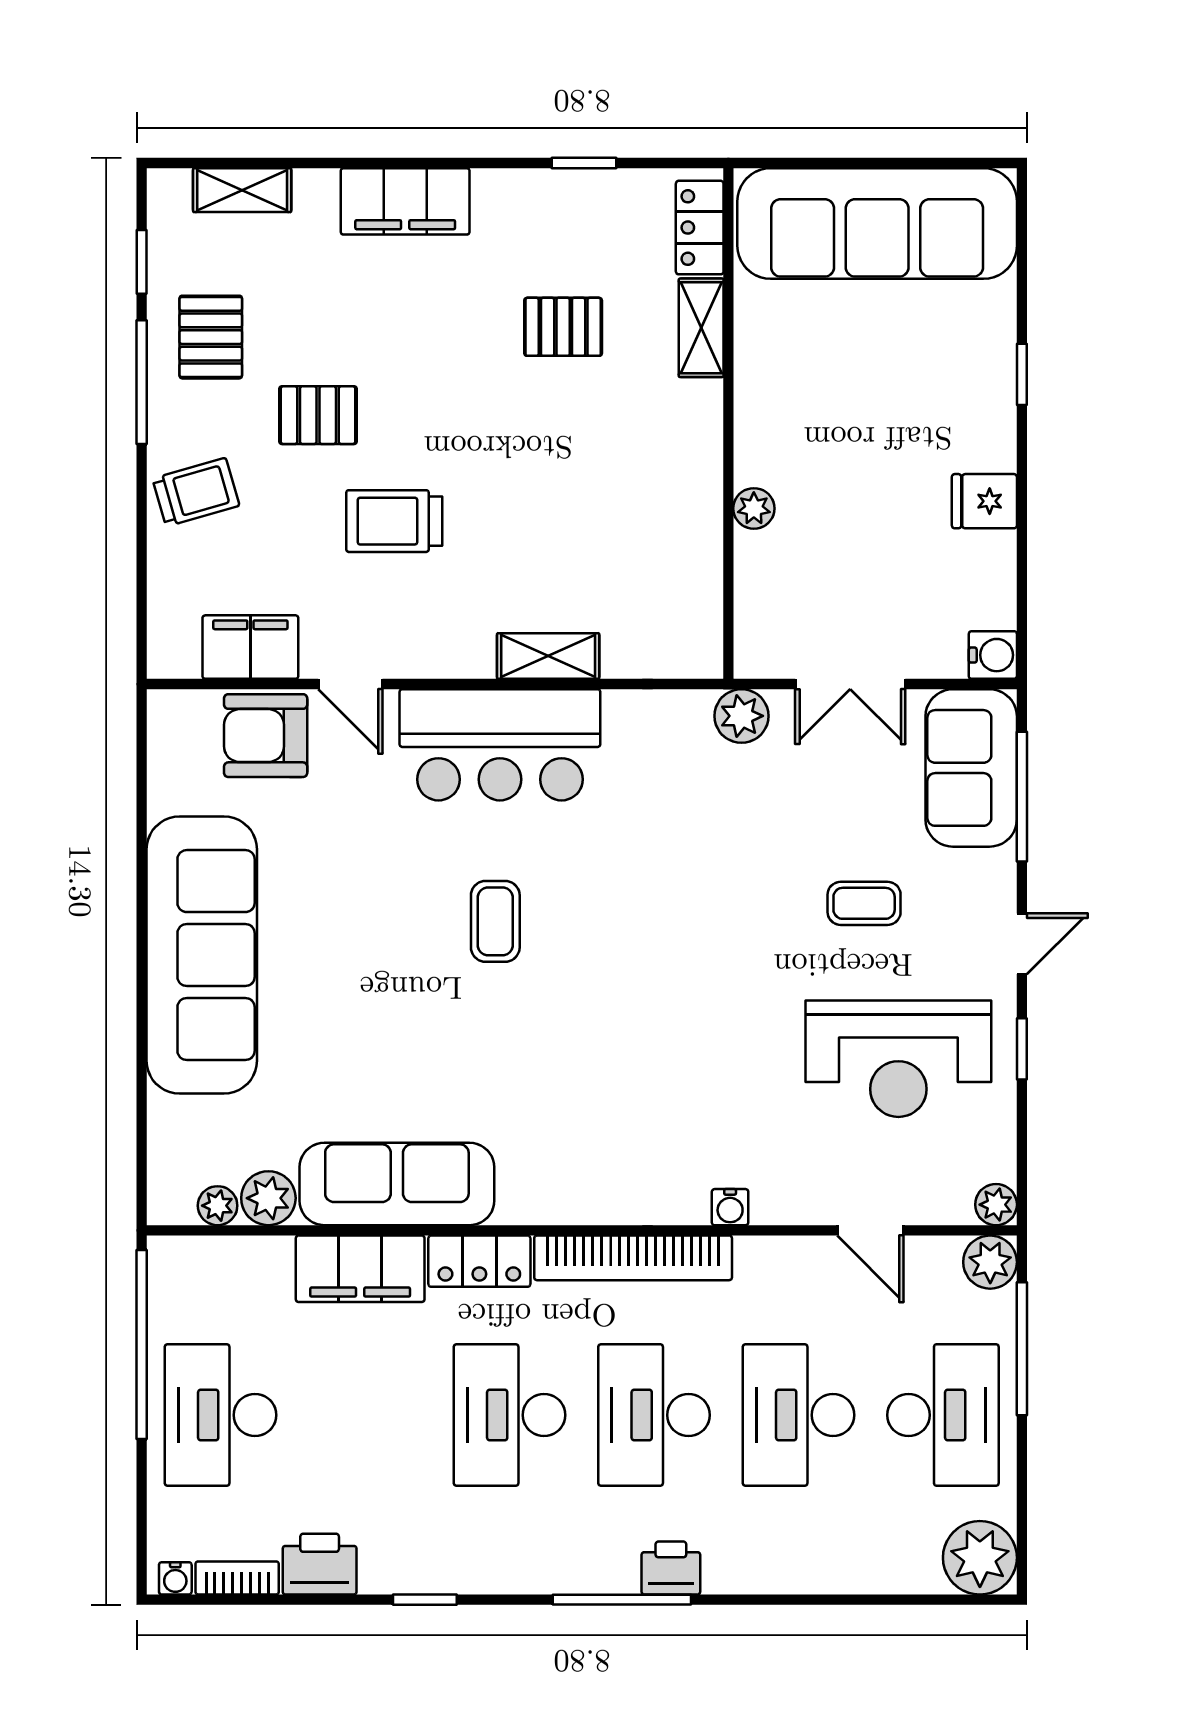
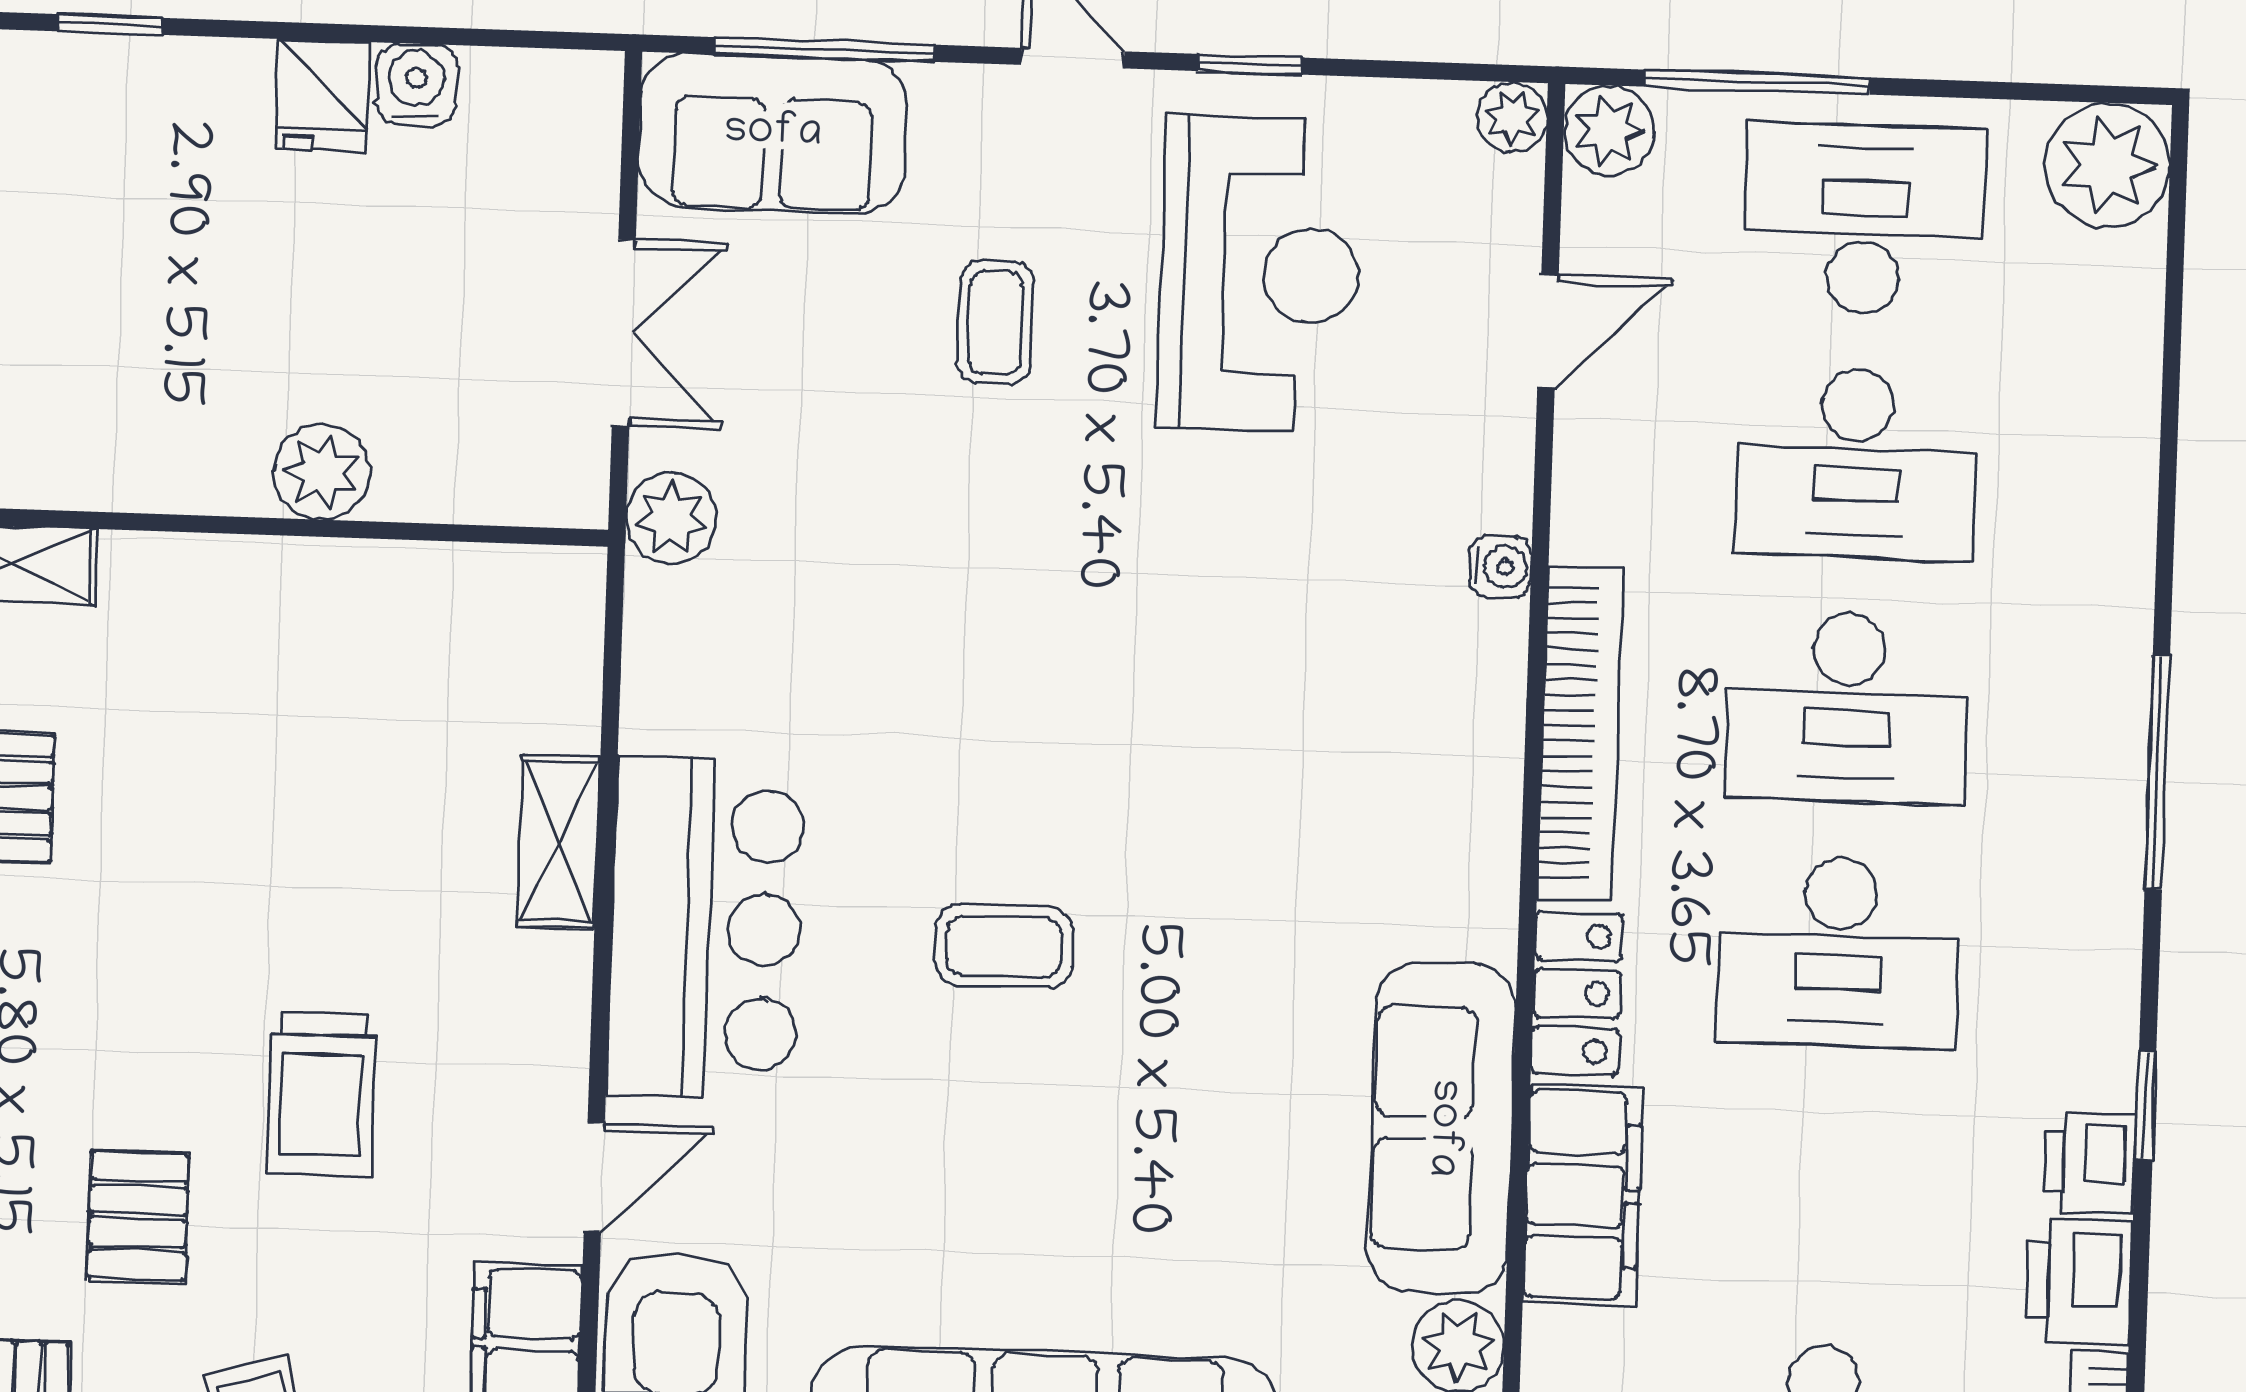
plant: (754, 508) -> (322, 472), width x1.38, depth x1.38
water cooler: (993, 655) -> (416, 84), moved
printer: (671, 1568) -> (2090, 1163), moved

